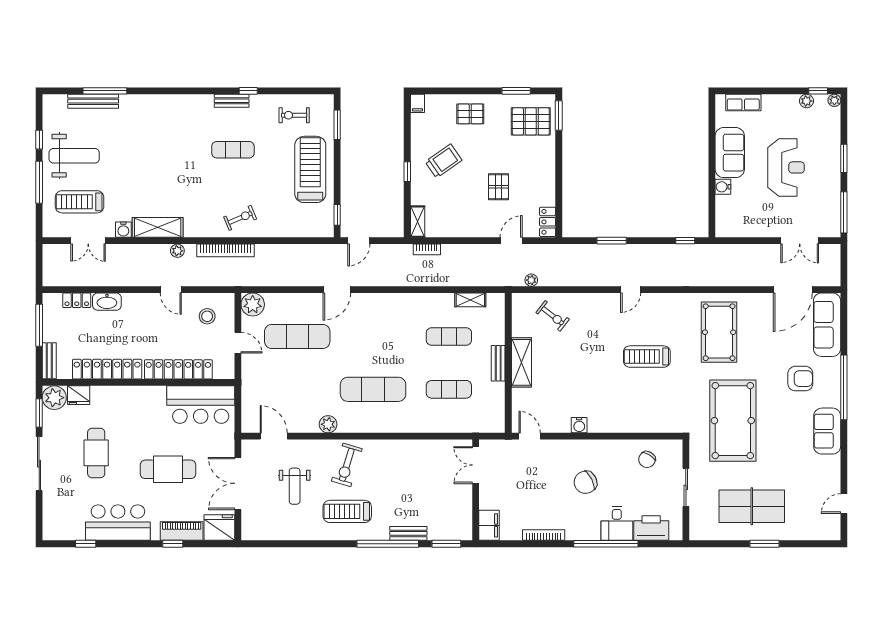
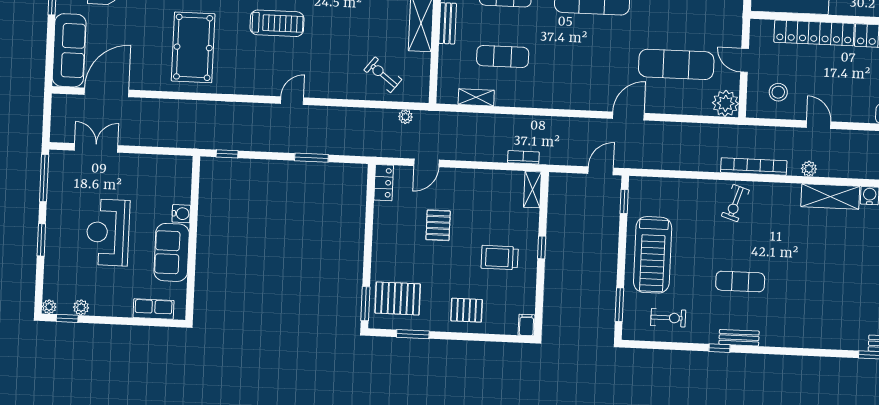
trolley: (444, 161) -> (500, 258), turned 35
exercise bike: (240, 218) -> (735, 203), turned -49

